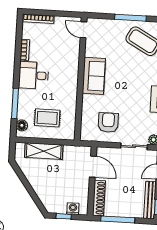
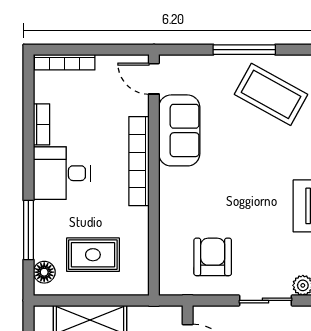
bookcase: (73, 71) -> (139, 161), added
sofa: (94, 76) -> (179, 130), moved

